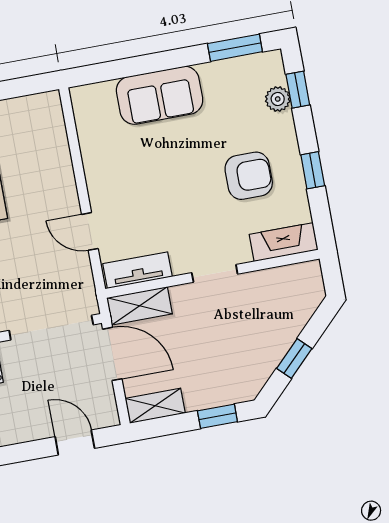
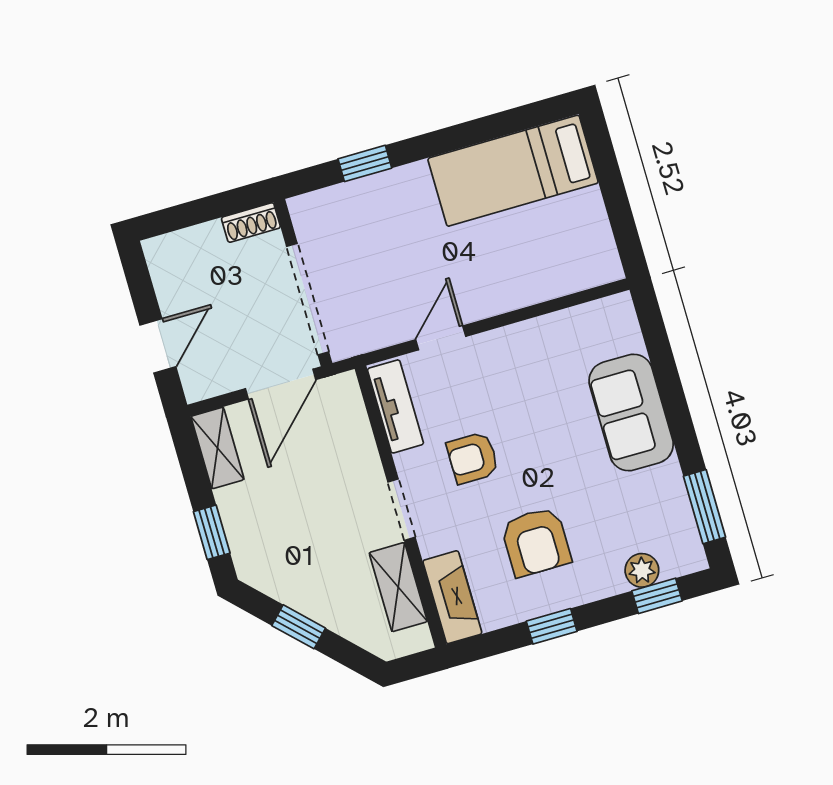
armchair: (181, 217) -> (473, 458), added
shelving: (139, 306) -> (398, 587), moved

